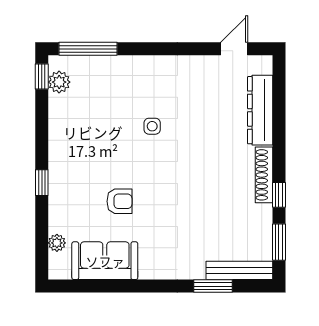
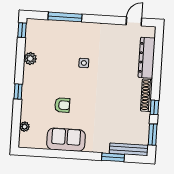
window: (88, 49) -> (65, 17), moved
plant: (59, 82) -> (30, 59), moved
sofa: (105, 261) -> (66, 140), moved

